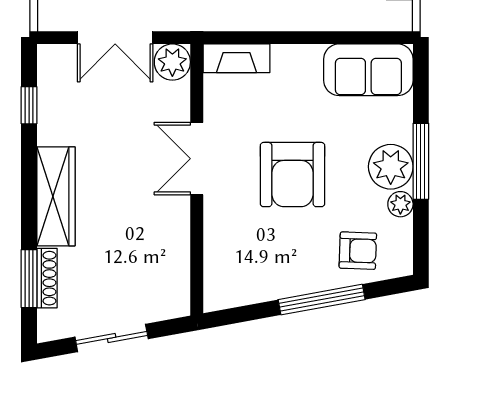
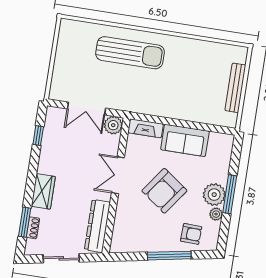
sofa: (368, 70) -> (185, 140), moved
armchair: (292, 175) -> (164, 191), turned 36
wardrobe: (56, 196) -> (43, 191), width x0.67
dresser: (172, 264) -> (97, 226), added
shoe rack: (47, 278) -> (33, 228), width x0.70

